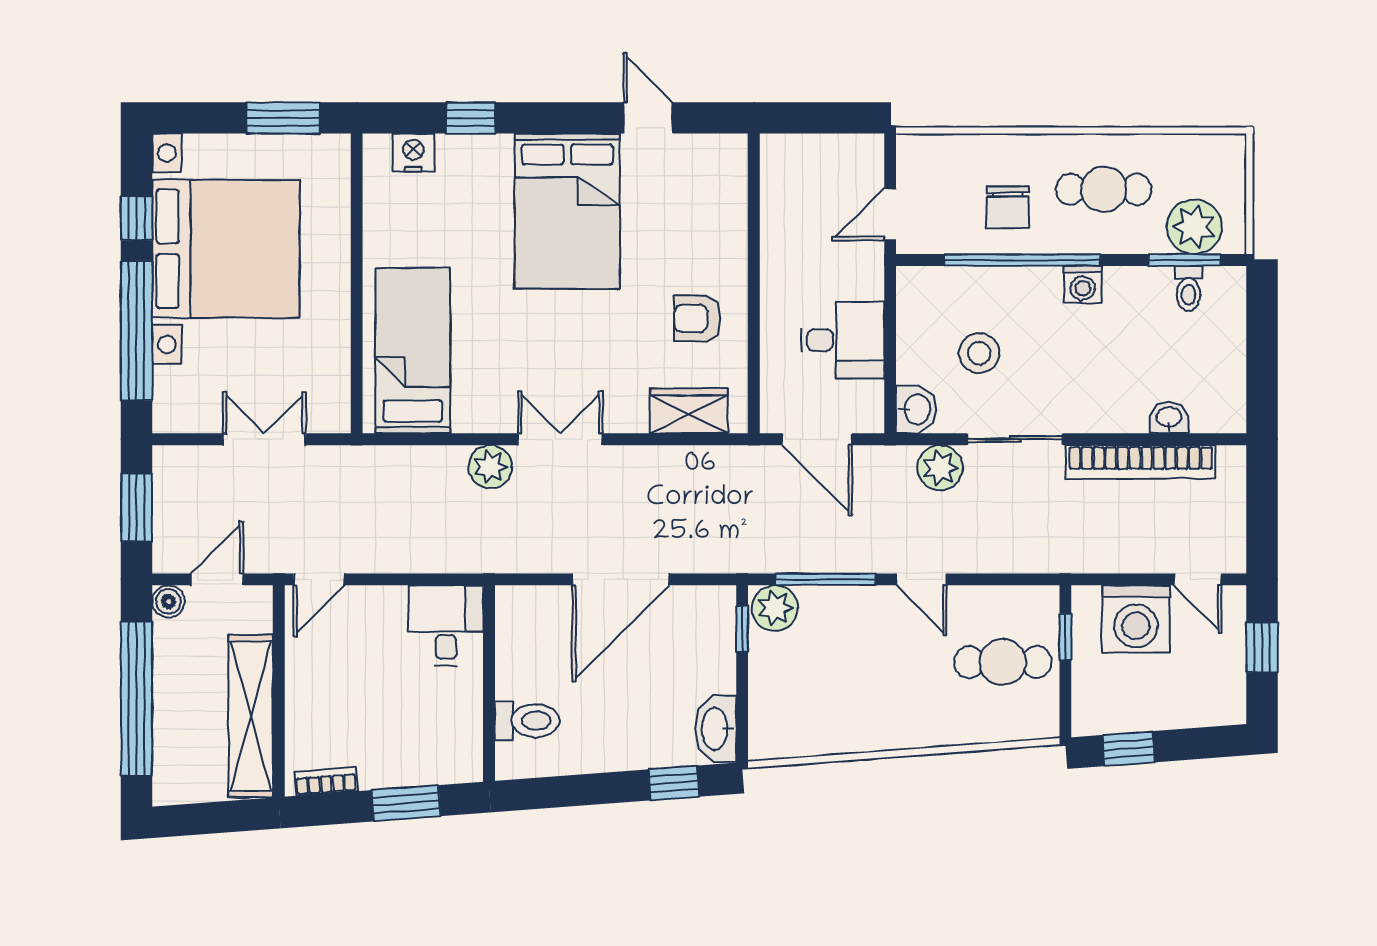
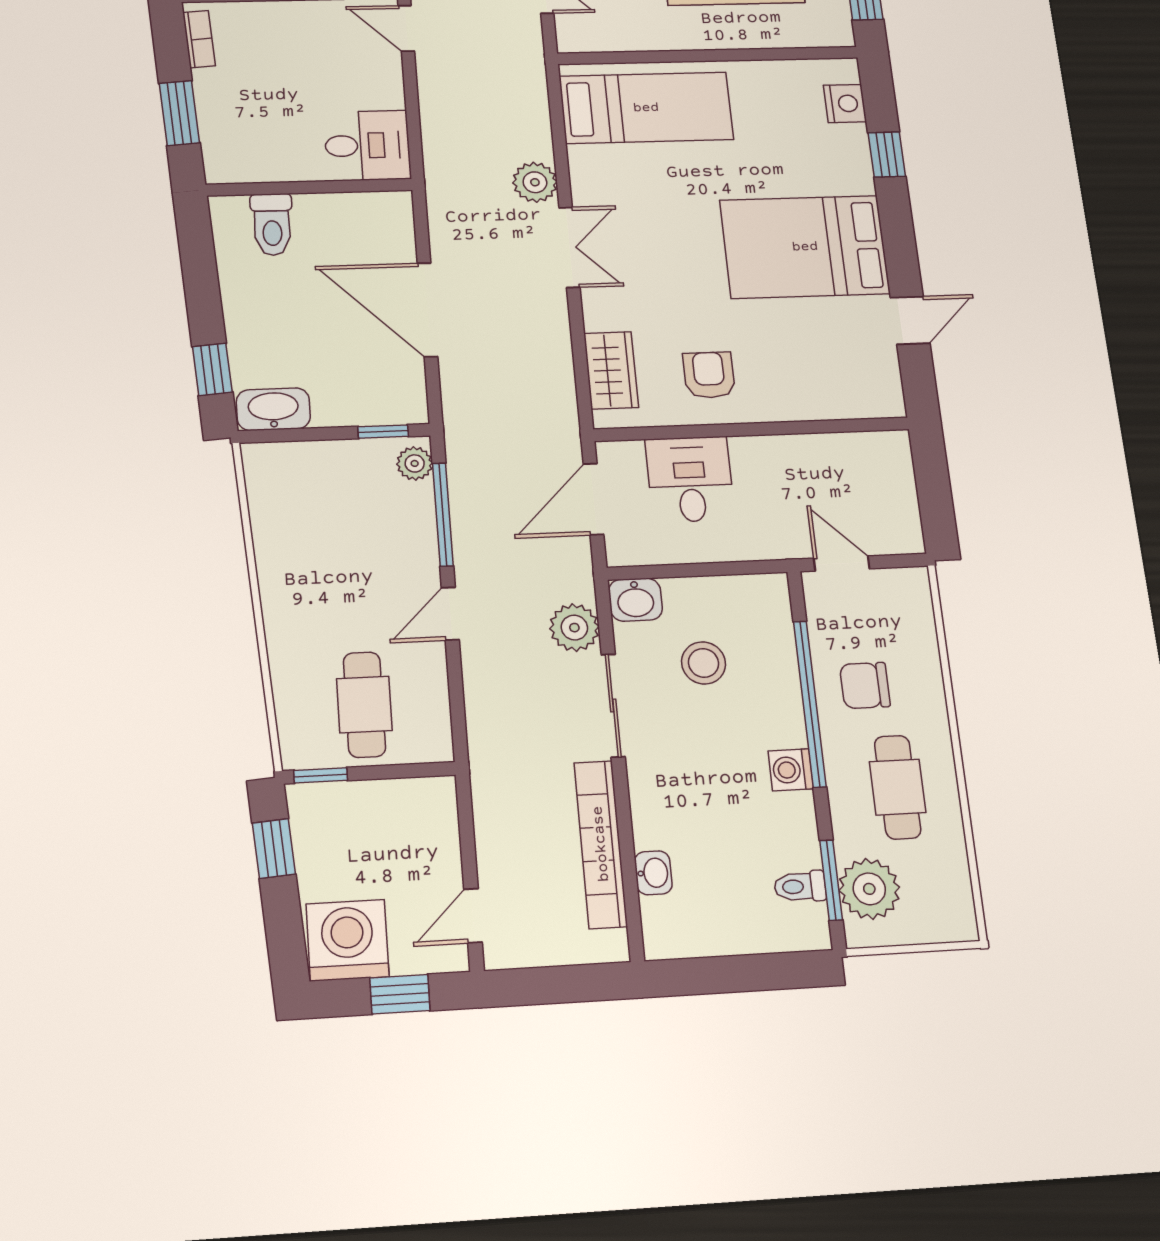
desk: (843, 340) -> (690, 479), moved, turned 180
plant: (775, 608) -> (415, 463), width x0.73, depth x0.73
washing machine: (1136, 619) -> (347, 940), moved, turned 90
window: (1065, 637) -> (321, 775), moved

